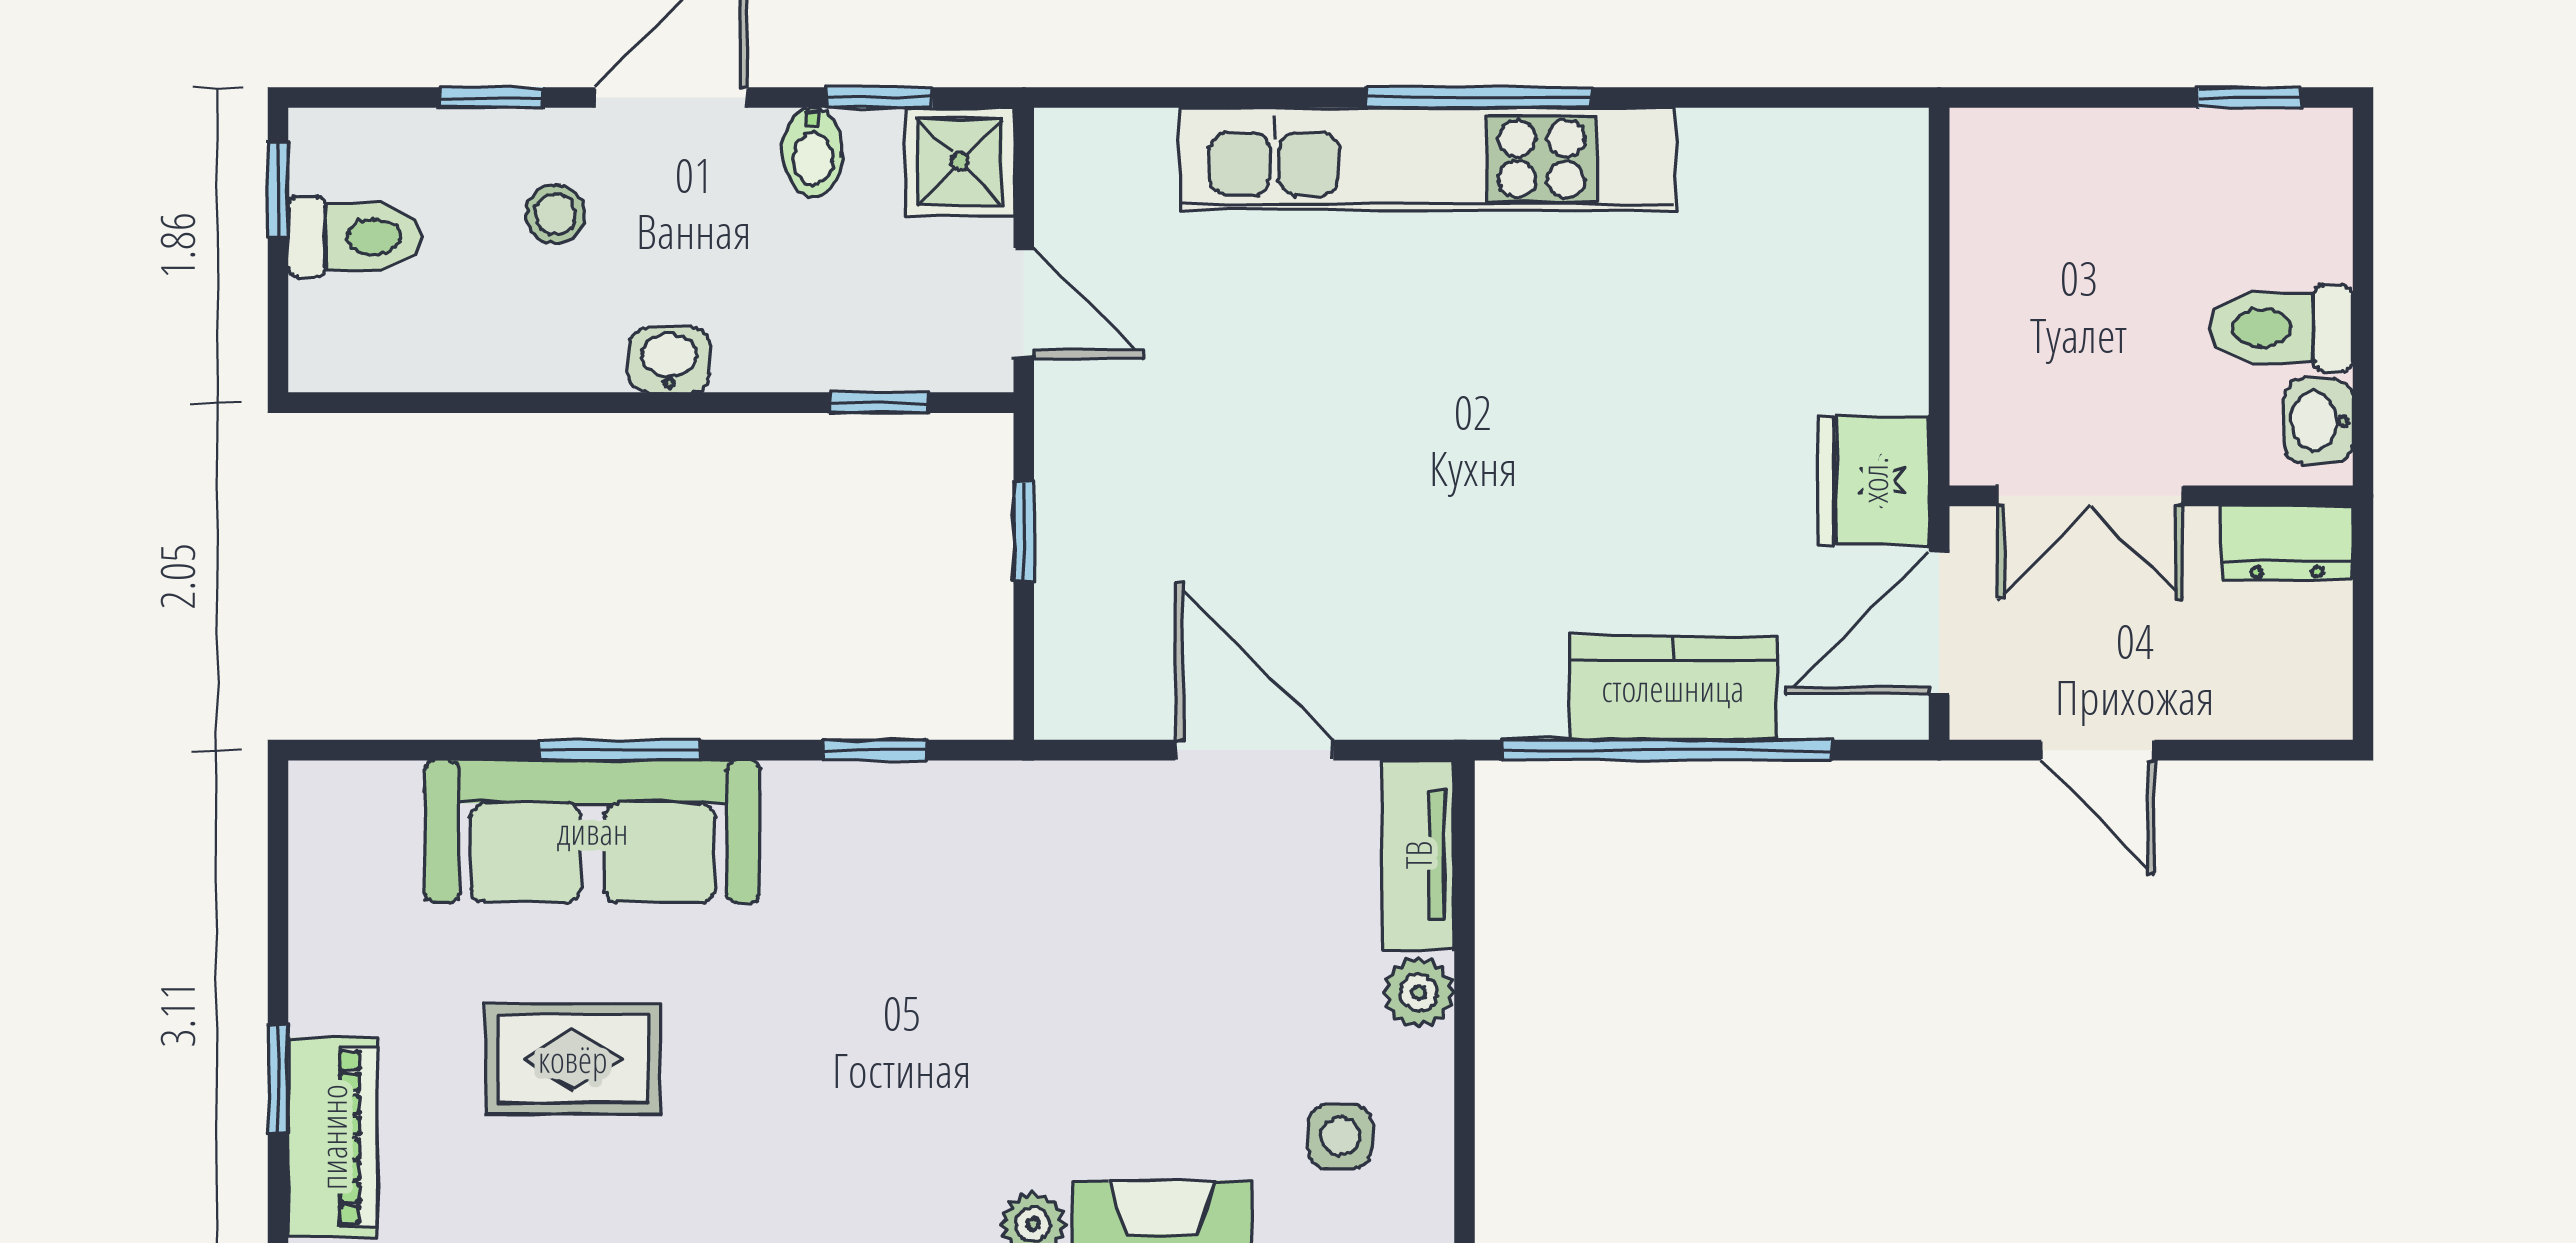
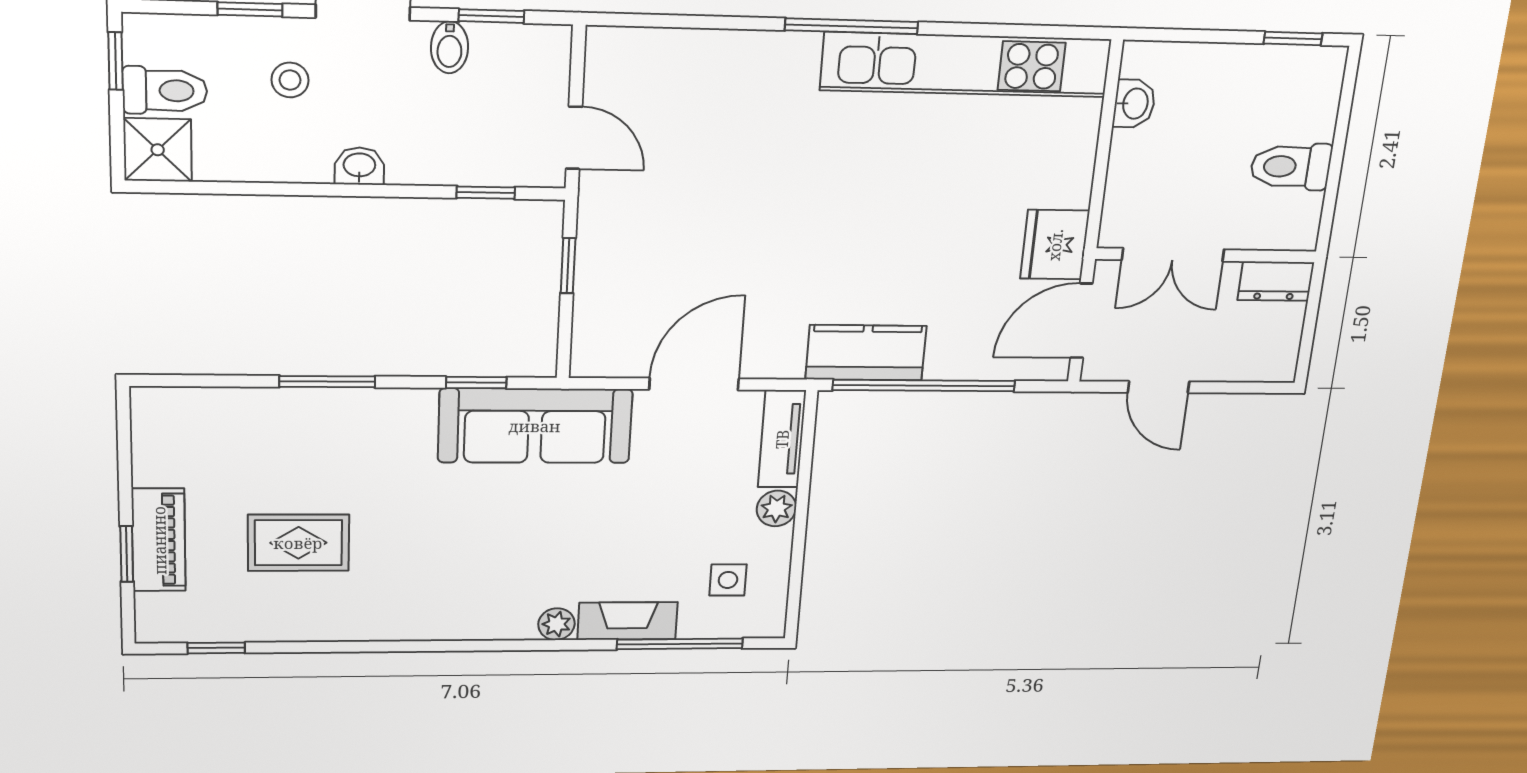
kitchen unit: (1428, 159) -> (966, 65), moved
shower: (960, 162) -> (158, 150), moved
washbasin: (2318, 421) -> (1134, 104), moved, turned 180
kitchen counter: (1673, 688) -> (866, 353), moved
door: (1254, 750) -> (694, 384), hinge flipped
sofa: (593, 831) -> (535, 426), moved
piano: (333, 1137) -> (159, 540), moved

